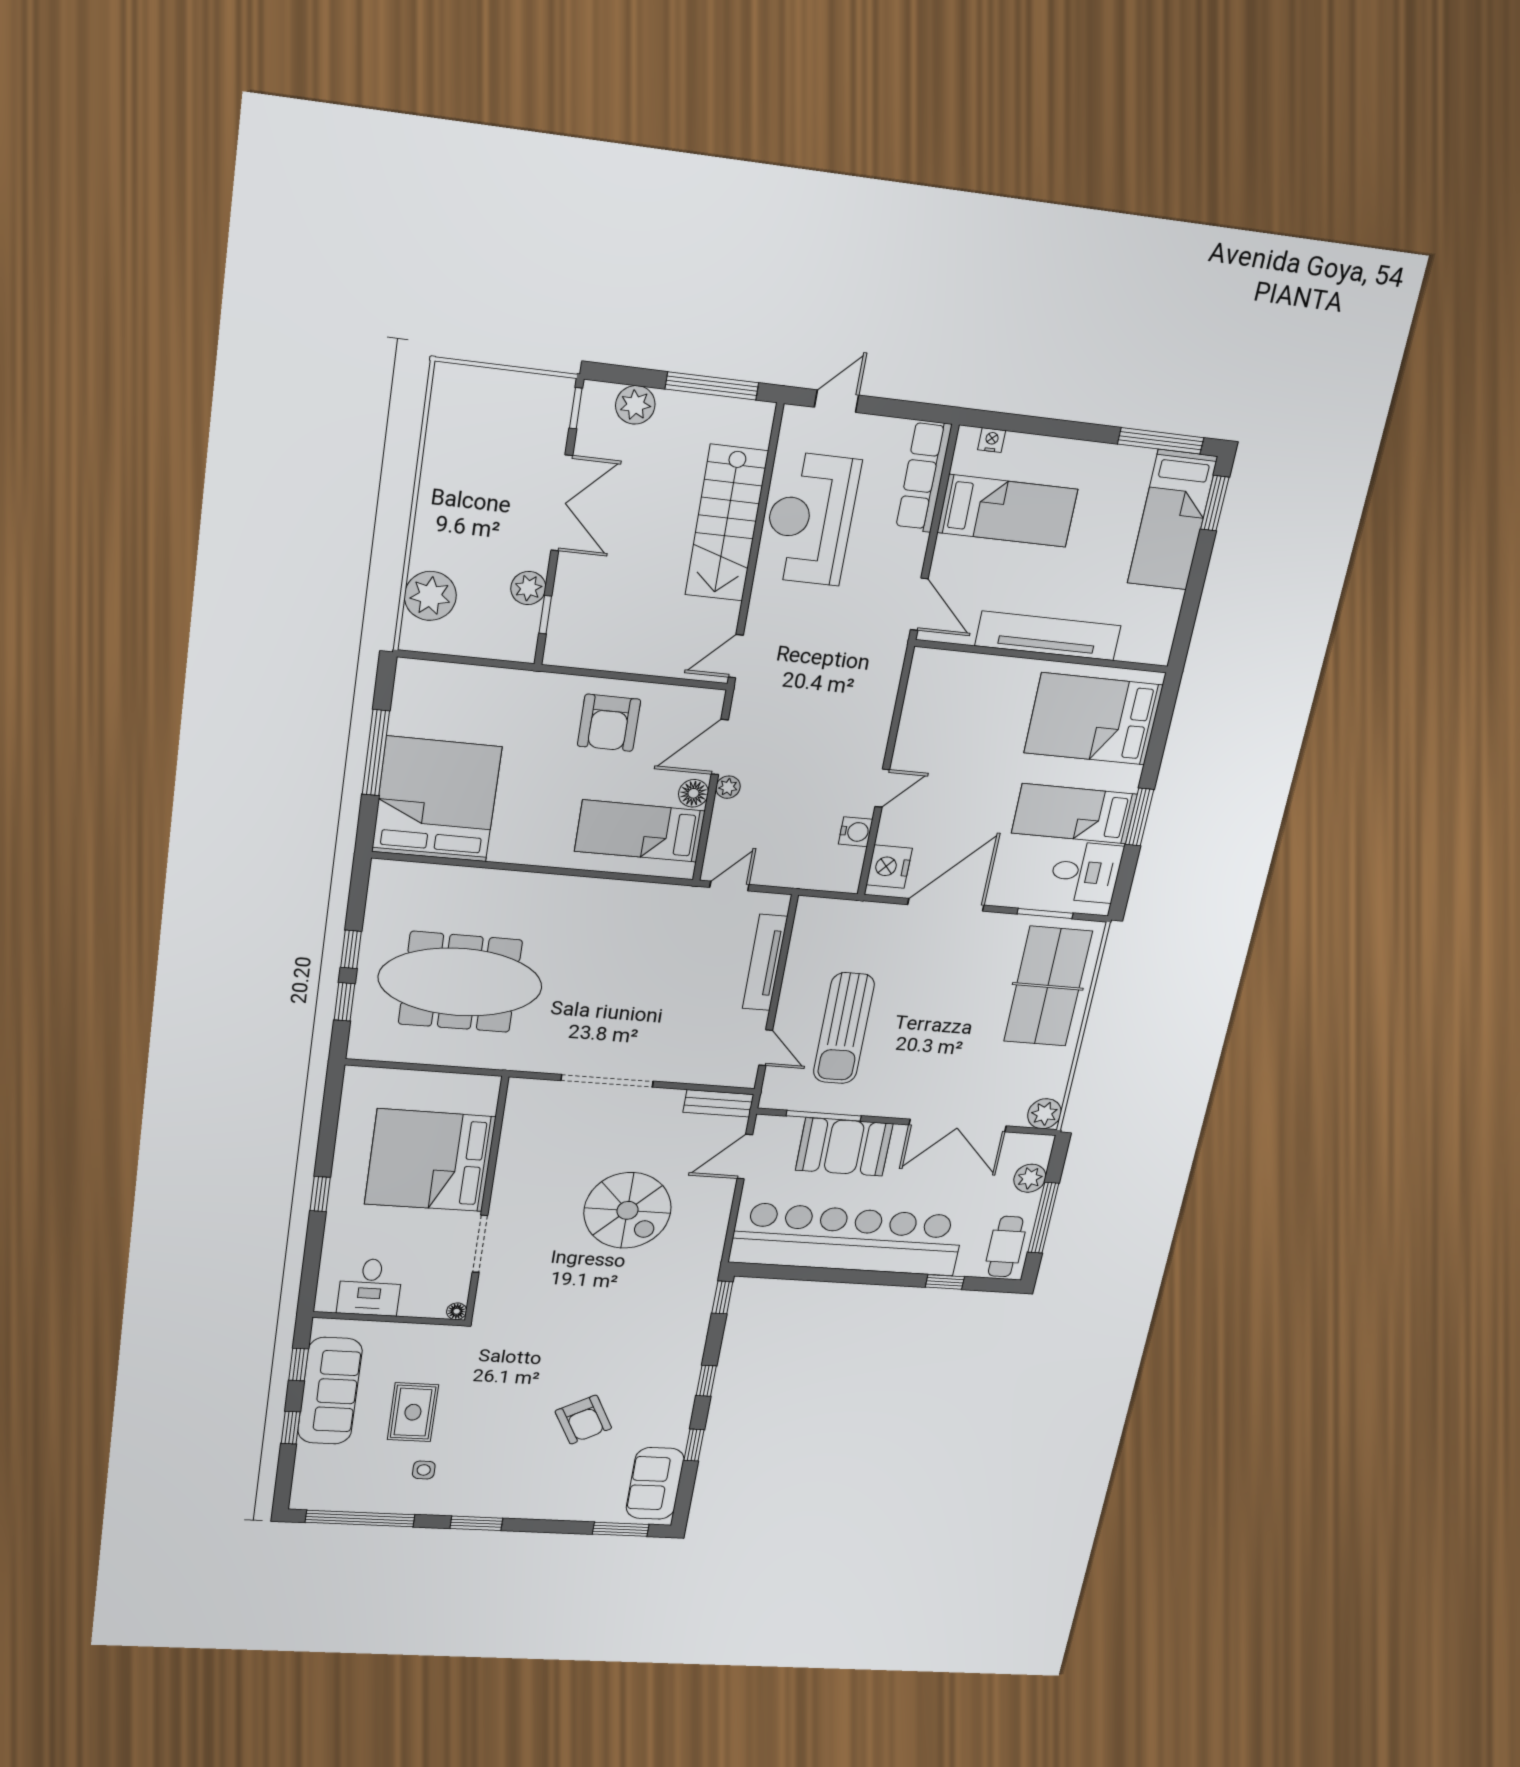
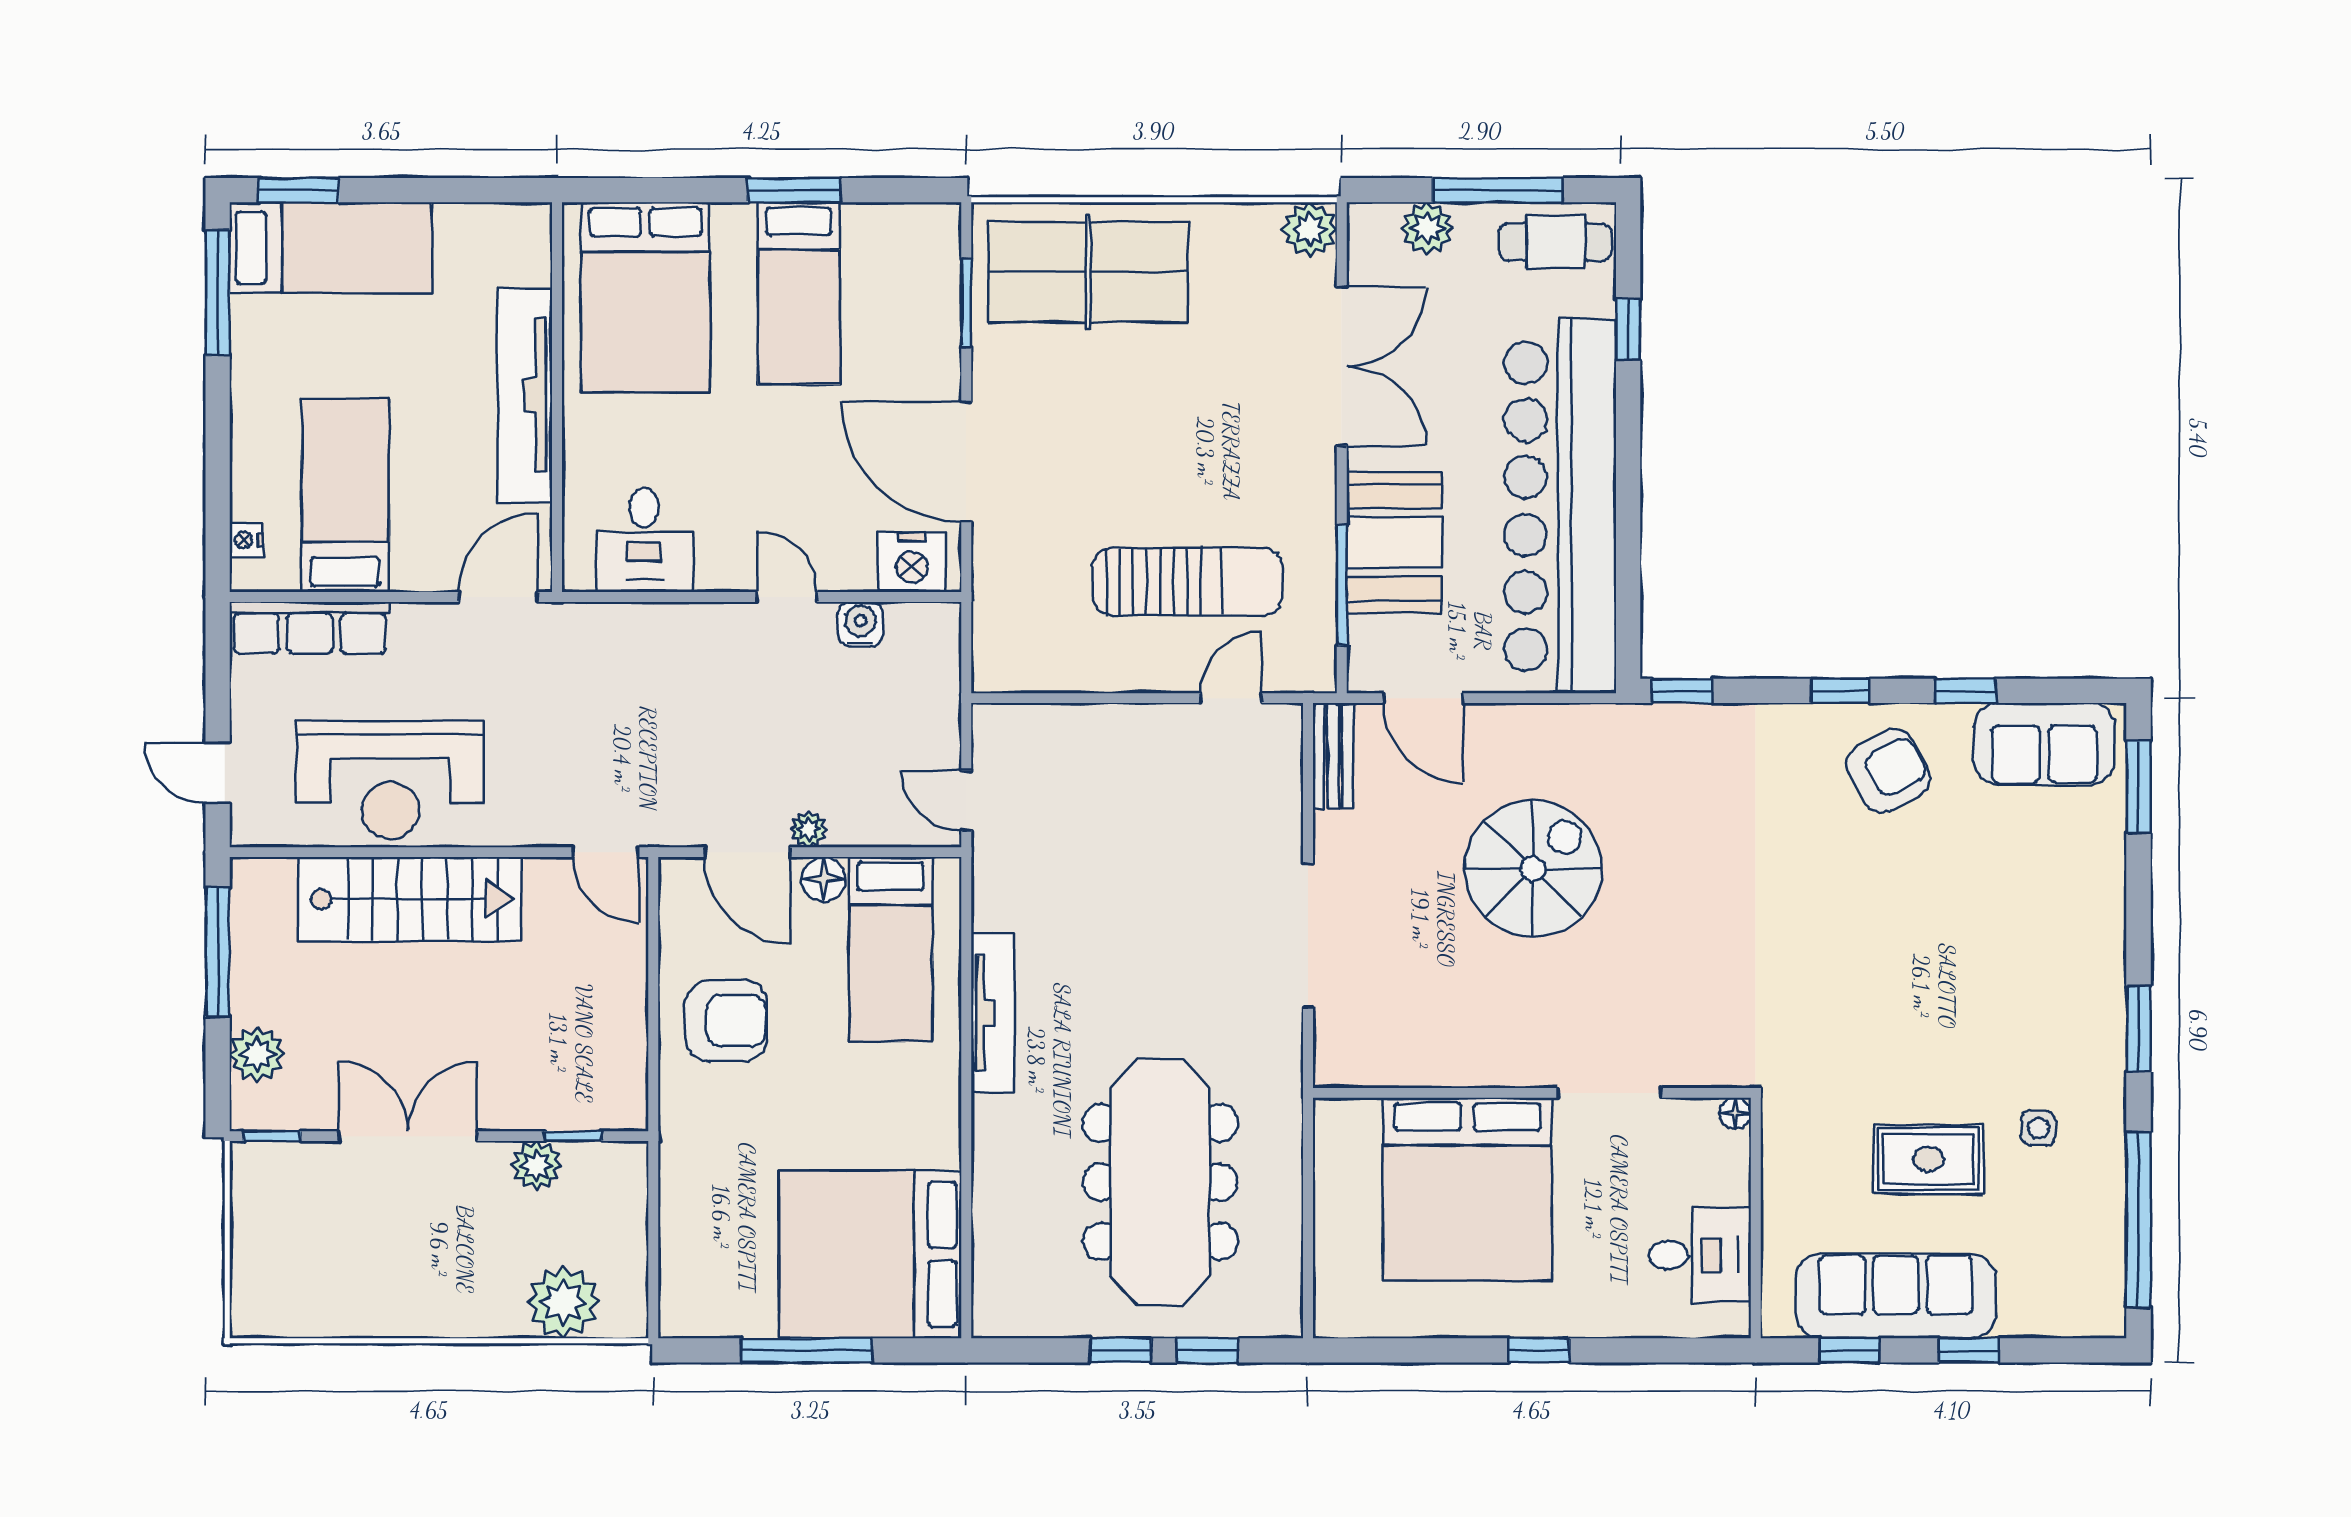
desk: (1086, 872) -> (644, 540), moved, turned 180
tv unit: (765, 963) -> (993, 1013), moved, turned -90
armchair: (583, 1420) -> (1888, 771), moved

